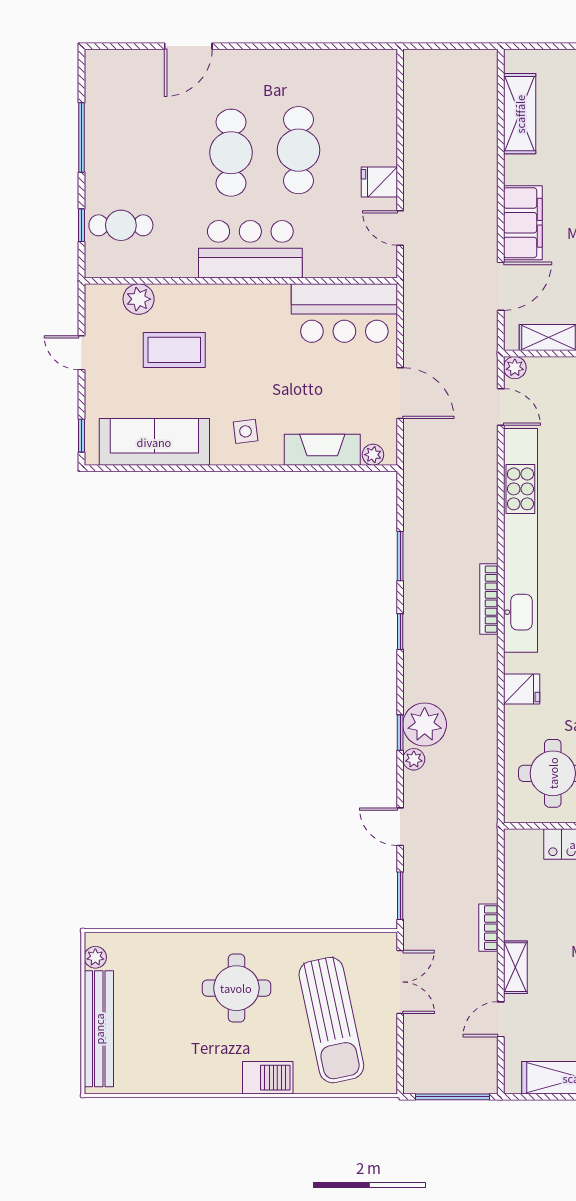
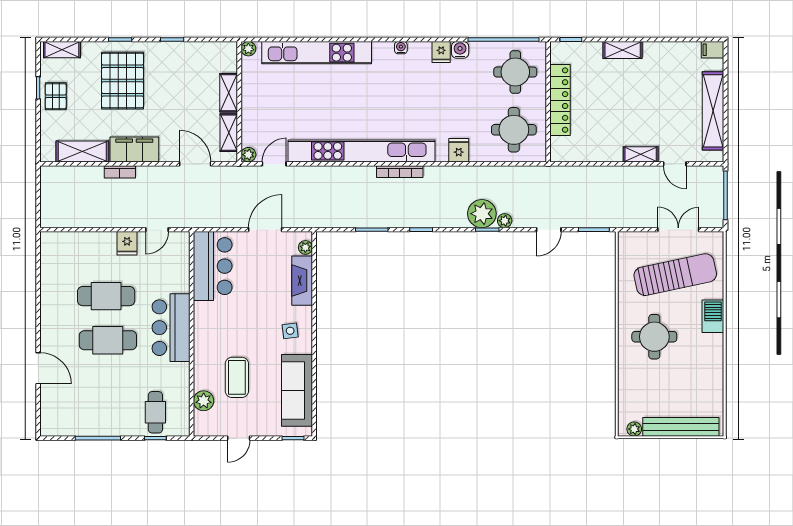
filing cabinet: (523, 223) -> (134, 149), moved
bookcase: (488, 928) -> (120, 172), moved
double door: (400, 982) -> (678, 230), moved

